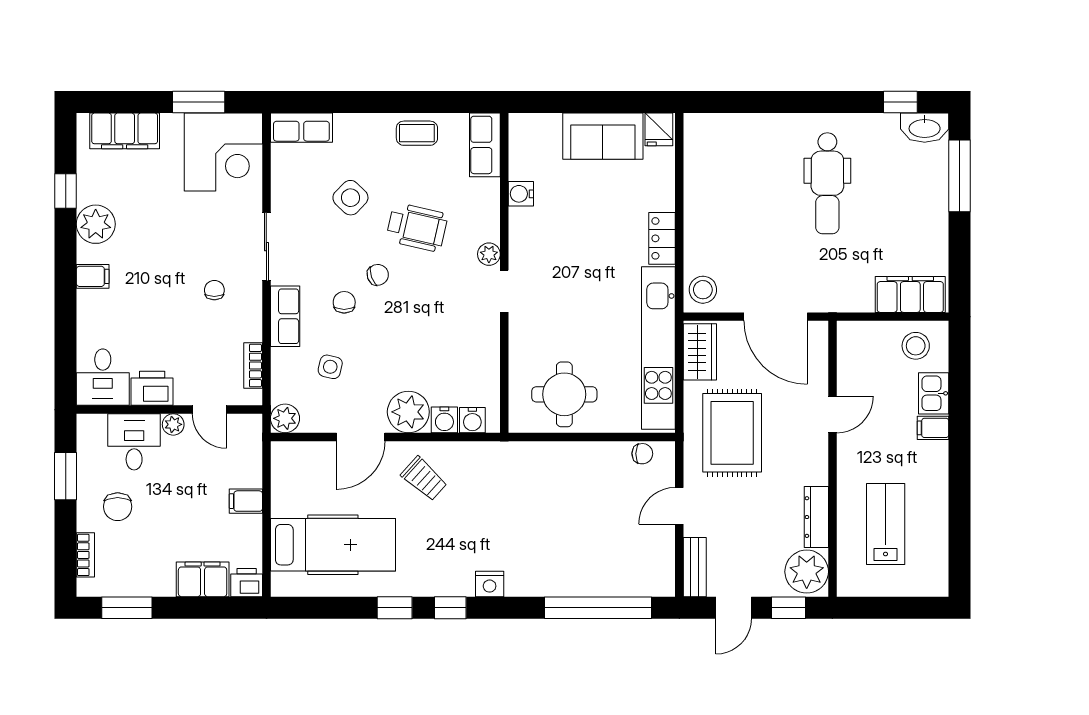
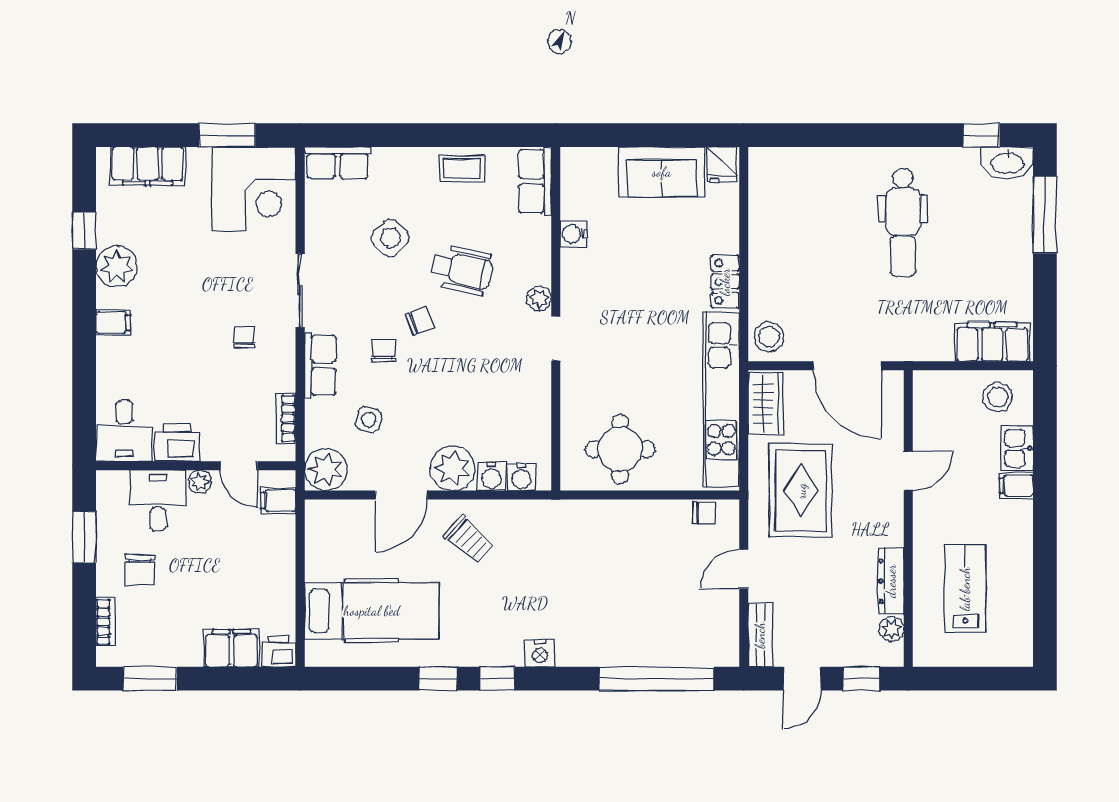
plant: (285, 418) -> (326, 469), width x1.36, depth x1.36
filing cabinet: (246, 501) -> (278, 501), moved
plant: (807, 572) -> (891, 629), width x0.53, depth x0.53

